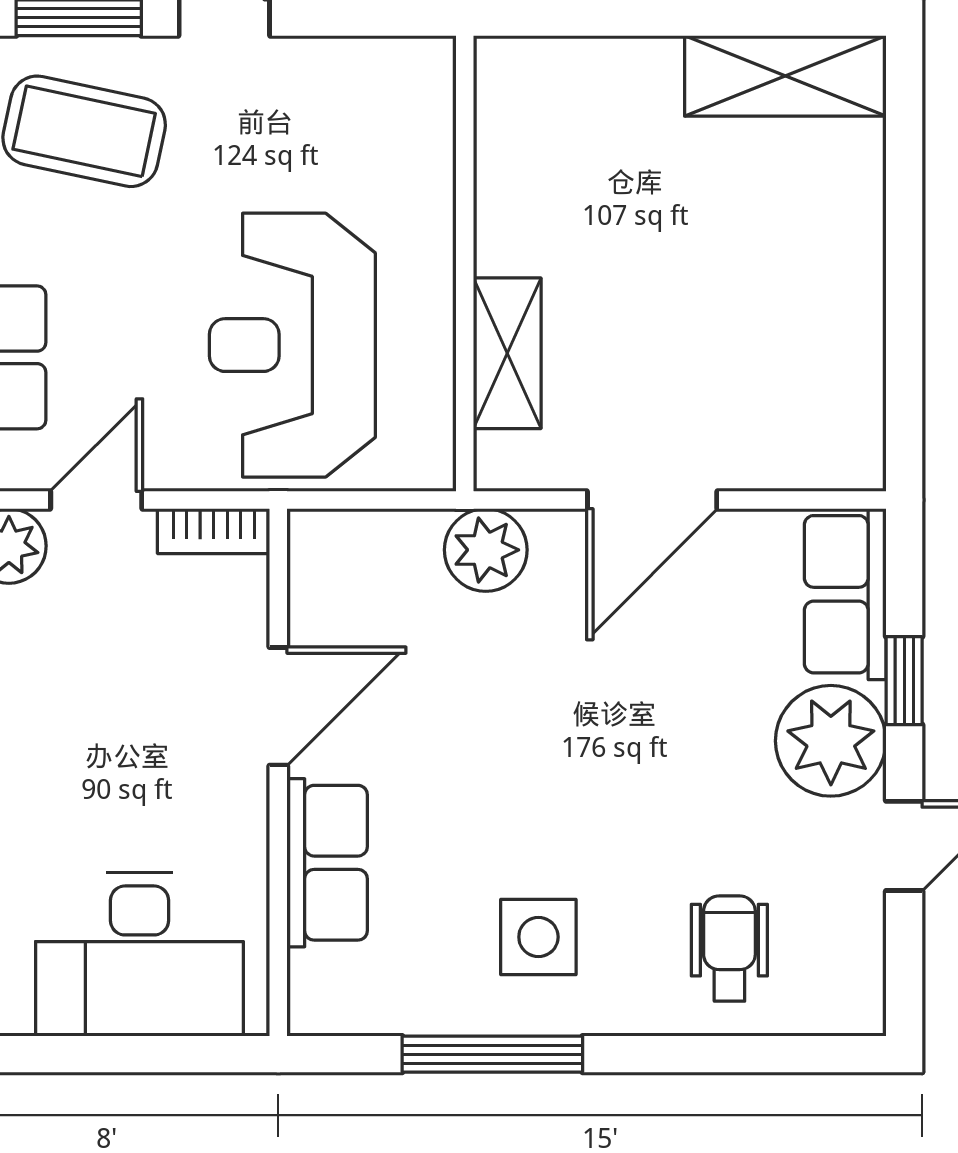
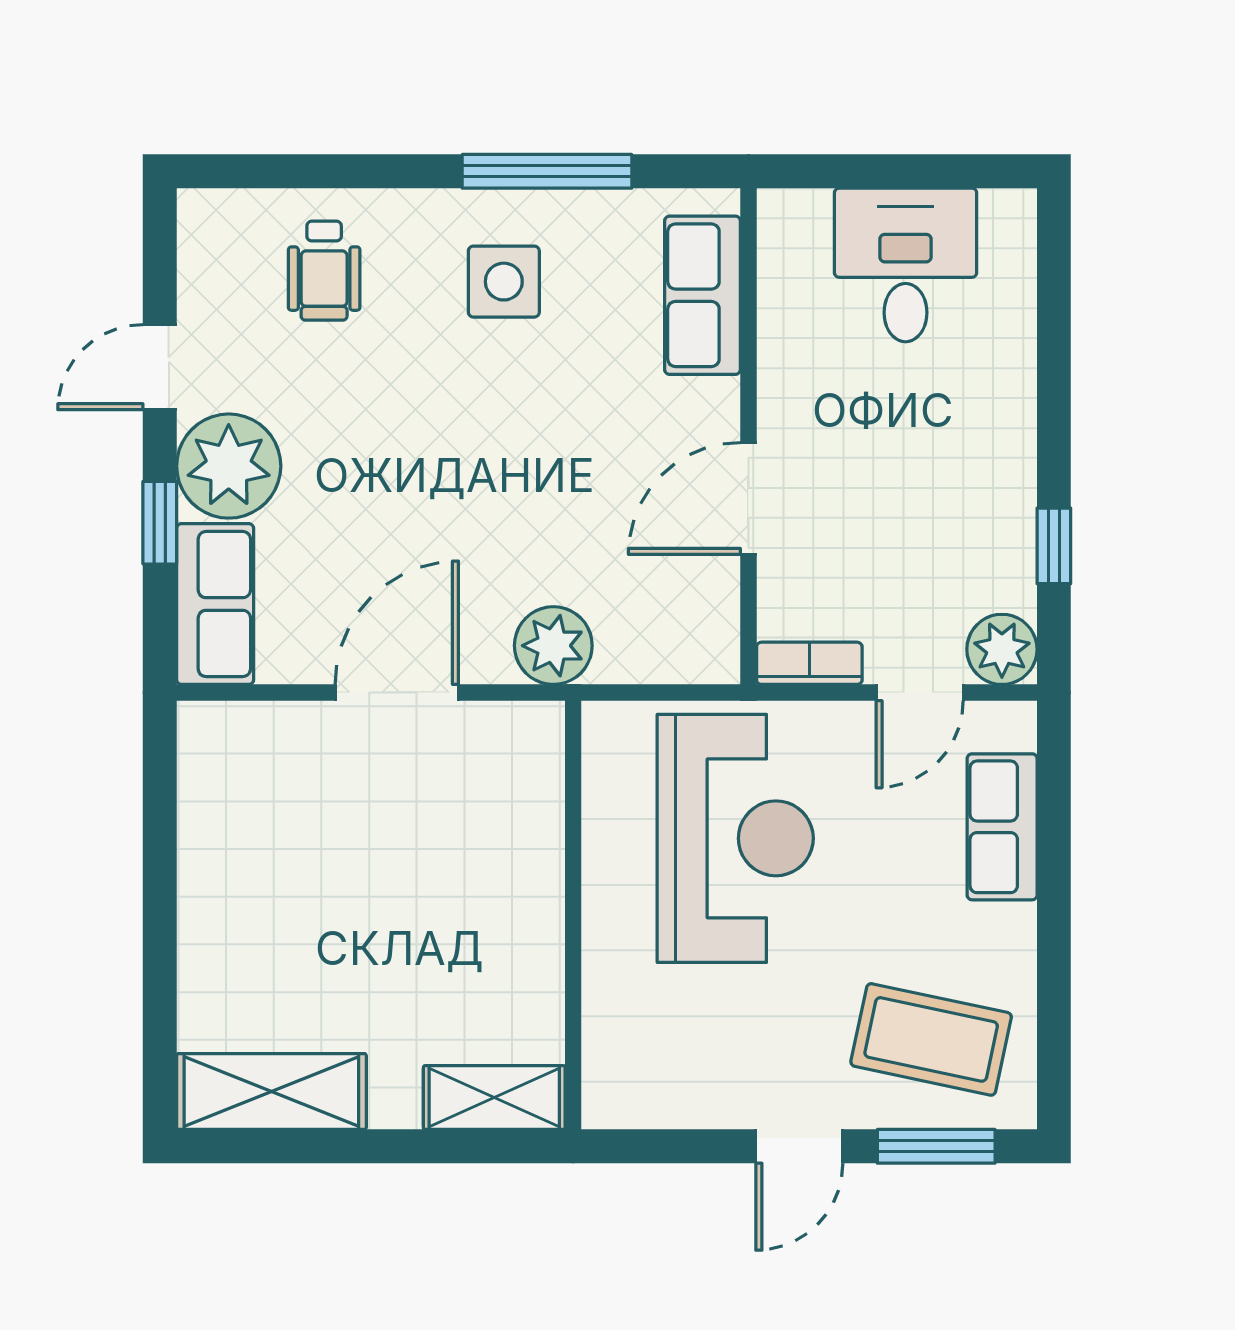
shelving: (507, 353) -> (494, 1098), moved, turned 90
row of seats: (327, 863) -> (702, 295), moved
desk: (140, 955) -> (906, 265), width x0.73

